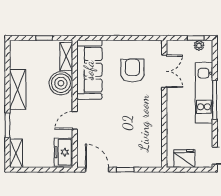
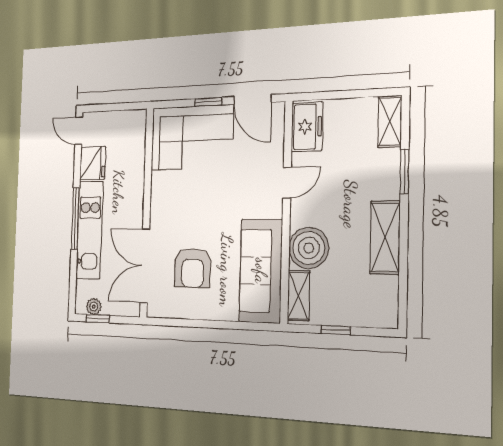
double door: (164, 71) -> (145, 266), width x1.37
corner sofa: (136, 148) -> (192, 138), added
fridge: (184, 159) -> (93, 163), moved, turned -90

